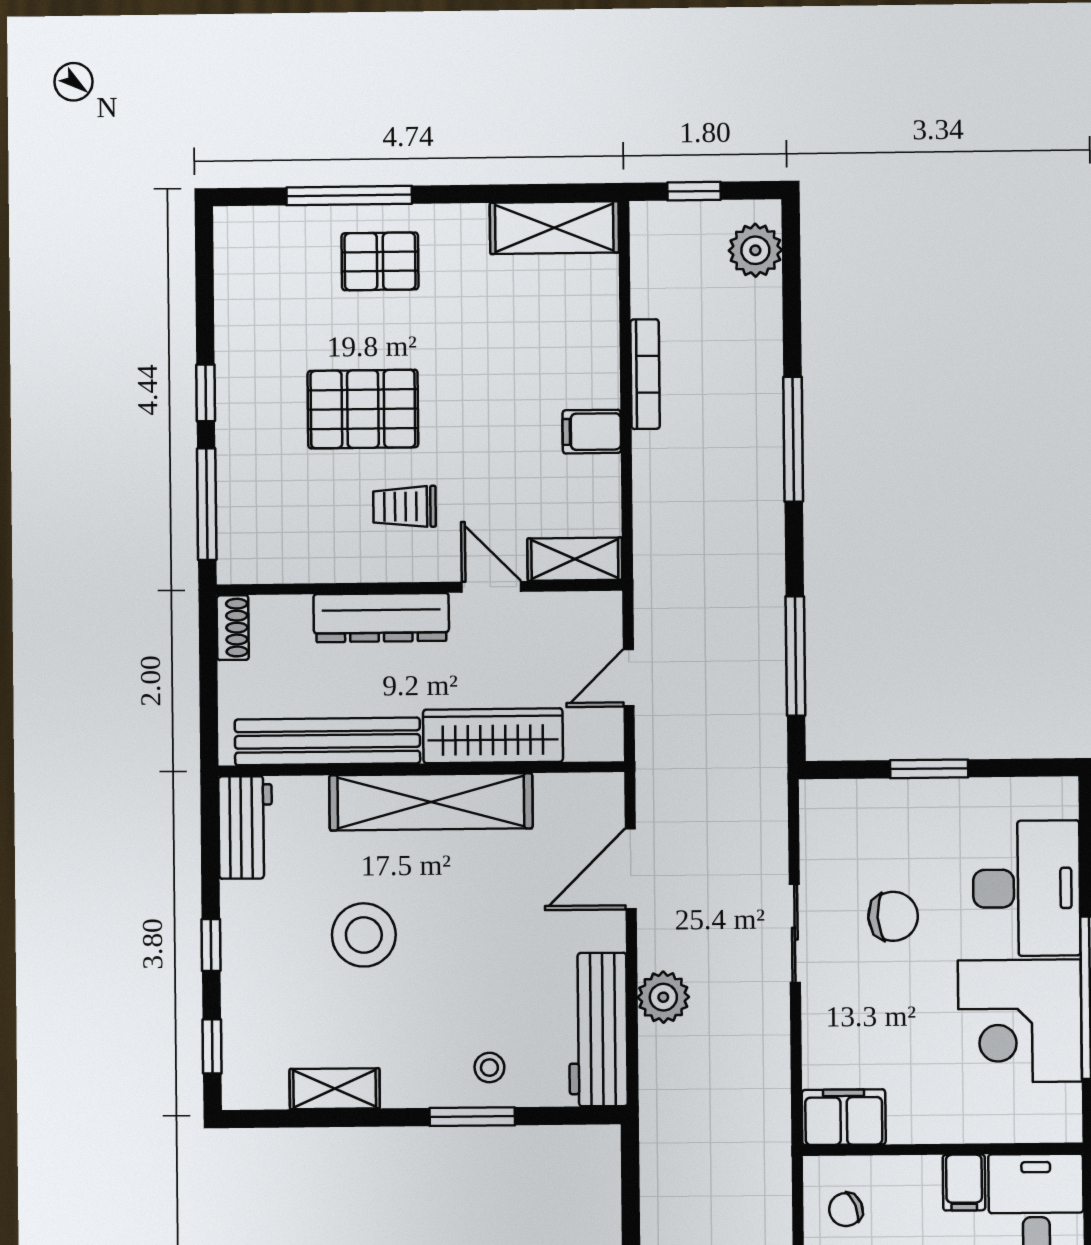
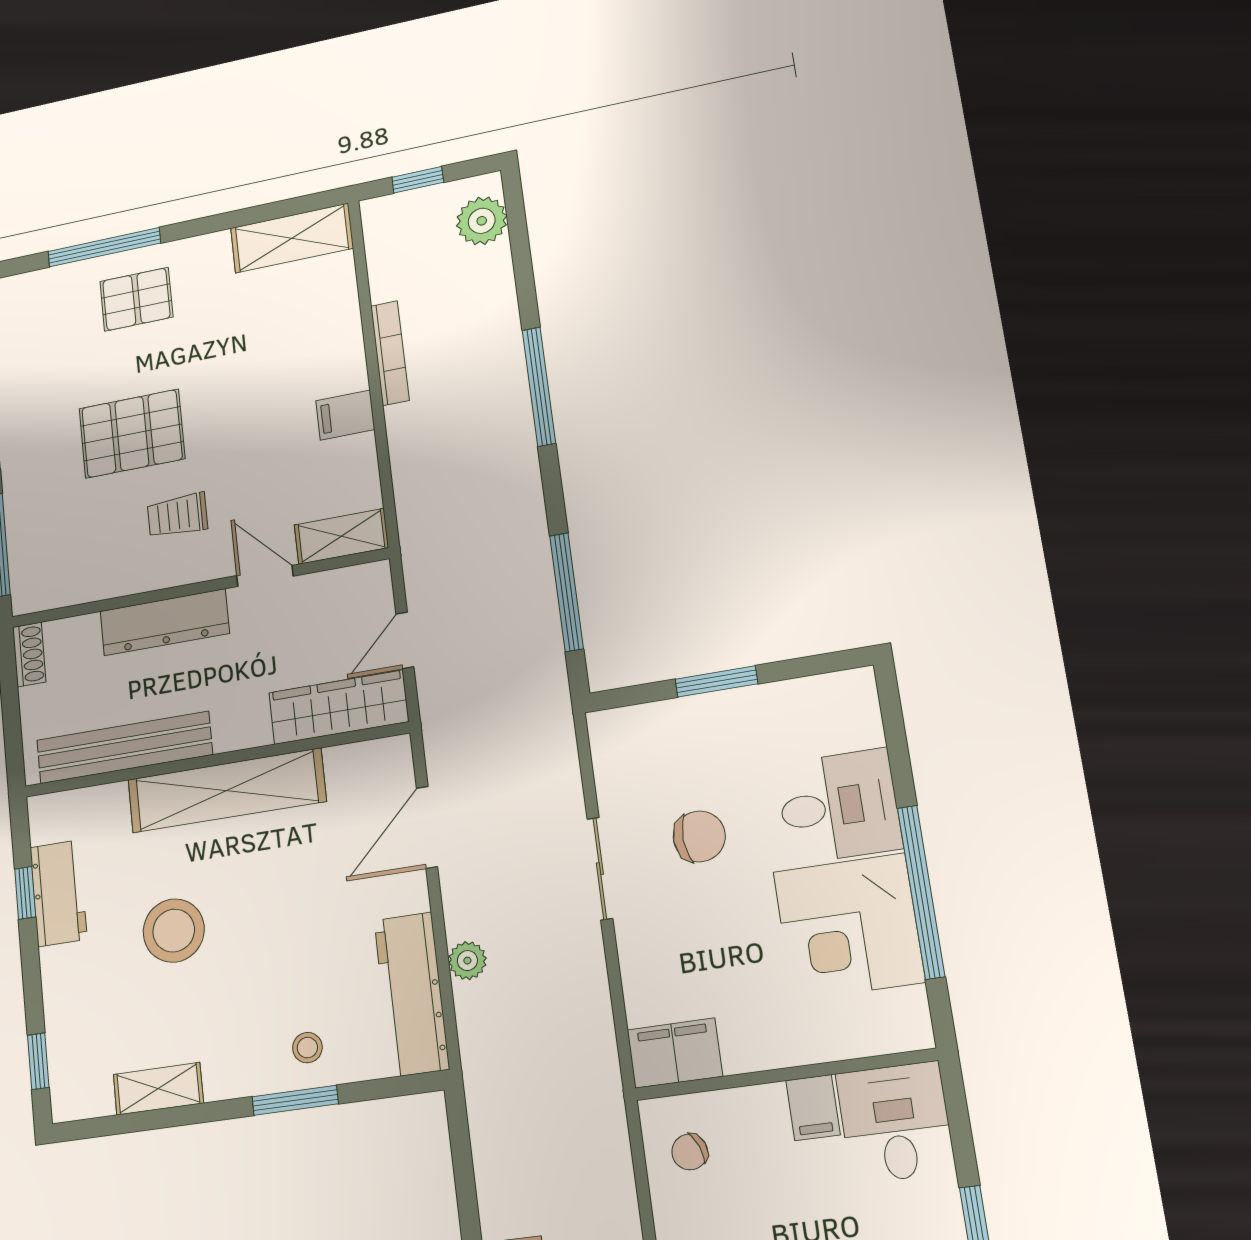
wardrobe: (493, 736) -> (339, 707), moved
workbench: (245, 827) -> (58, 893), moved
desk: (1027, 888) -> (839, 806), width x0.73
window: (211, 945) -> (25, 893), moved
plant: (663, 997) -> (467, 961), width x0.73, depth x0.73

